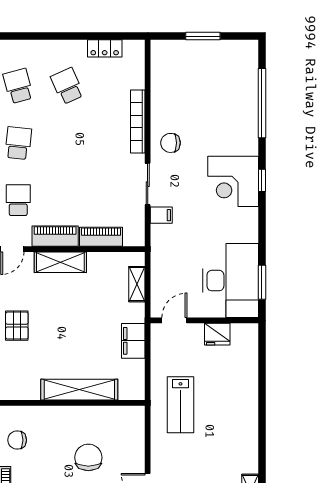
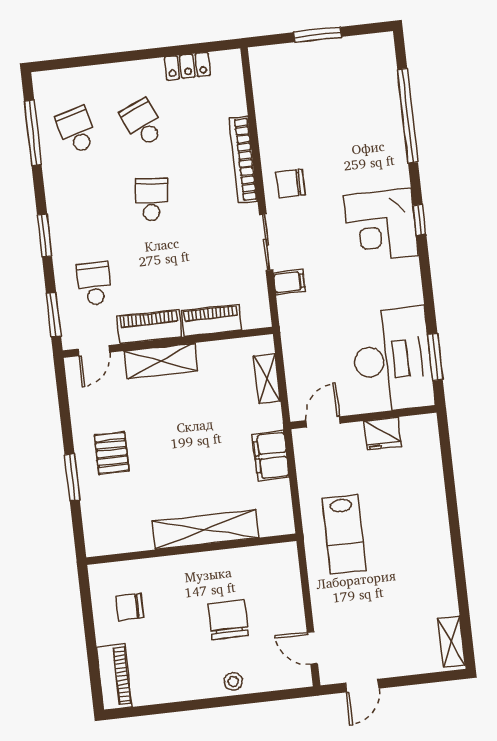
school desk: (18, 143) -> (151, 199), moved

